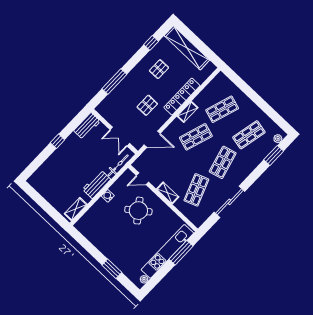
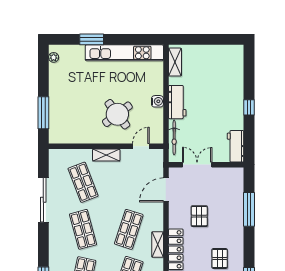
kitchen unit: (167, 251) -> (124, 53), moved, turned 90

